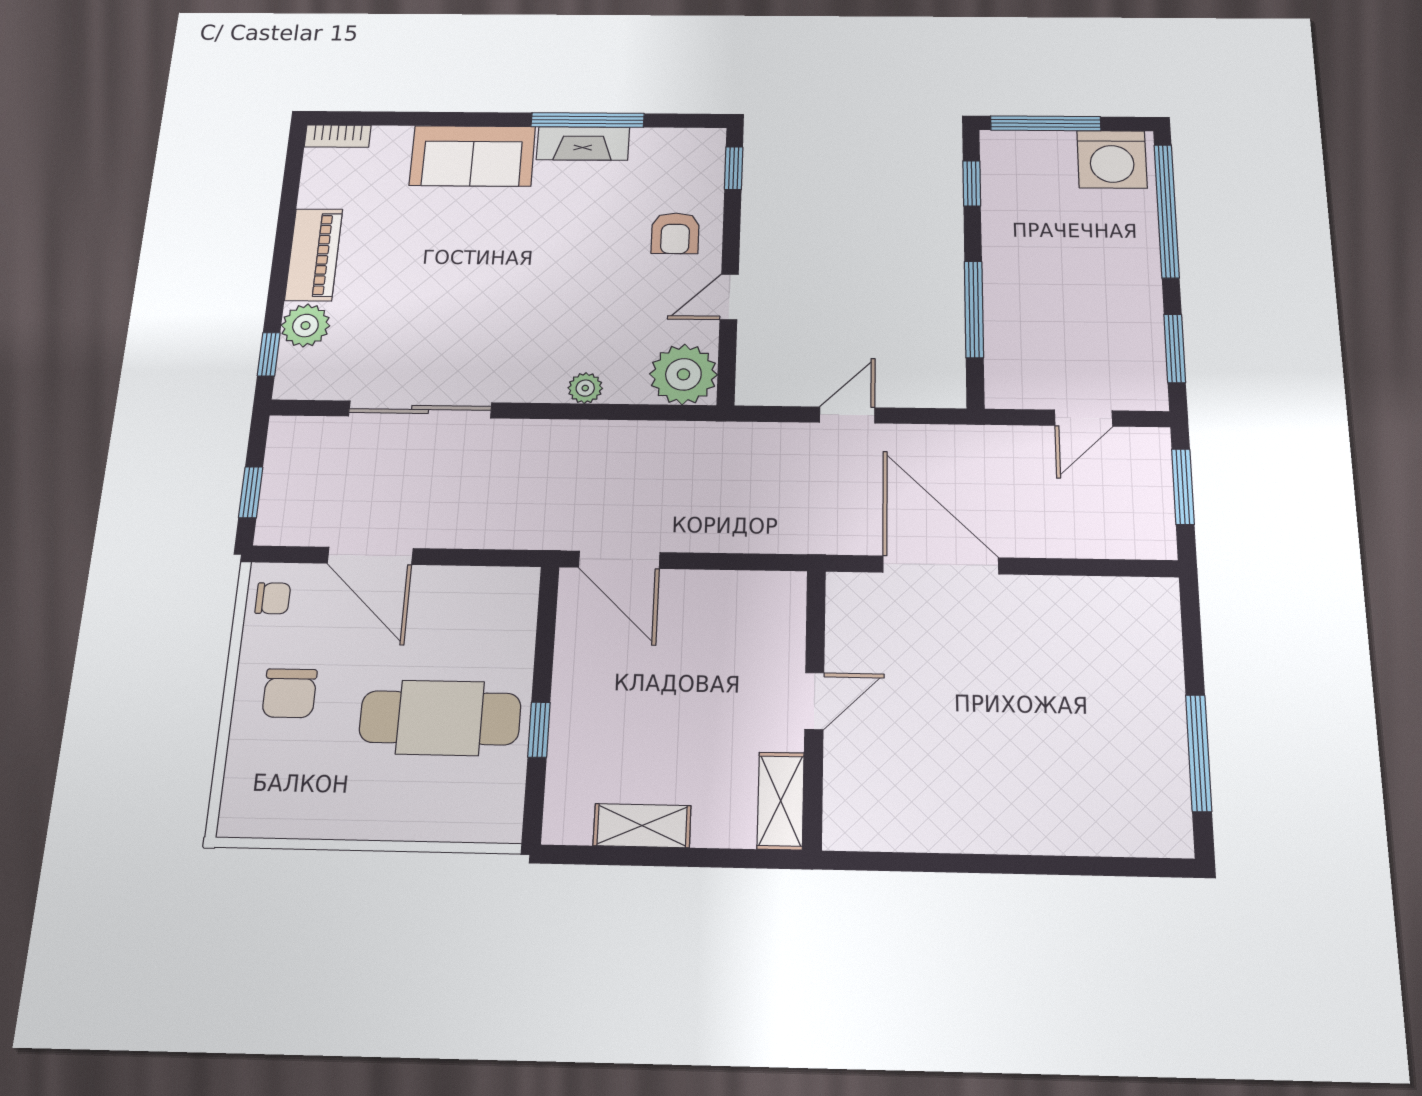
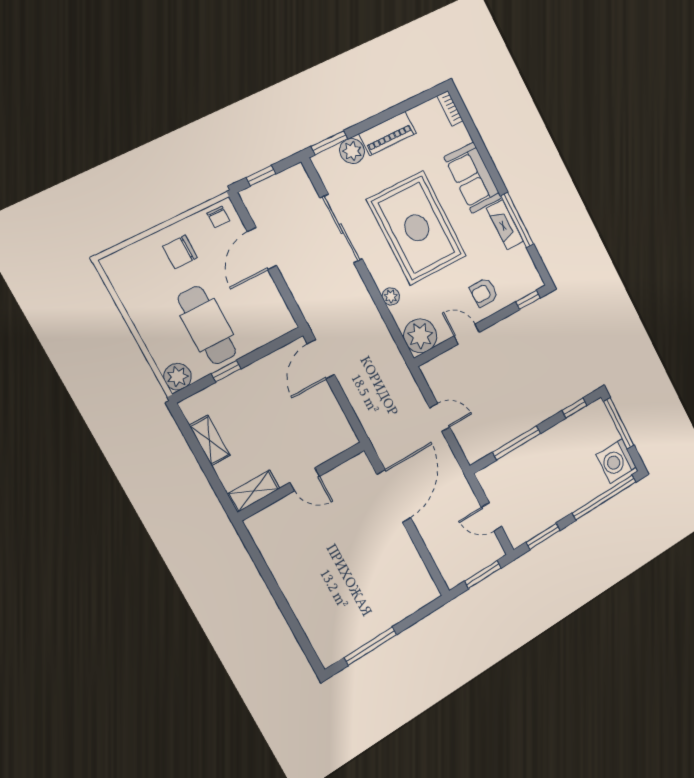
rug: (497, 287) -> (417, 228), added
window: (269, 354) -> (329, 143), width x1.50
plant: (496, 817) -> (177, 377), added

